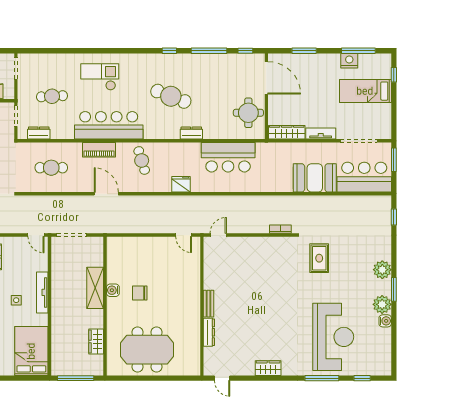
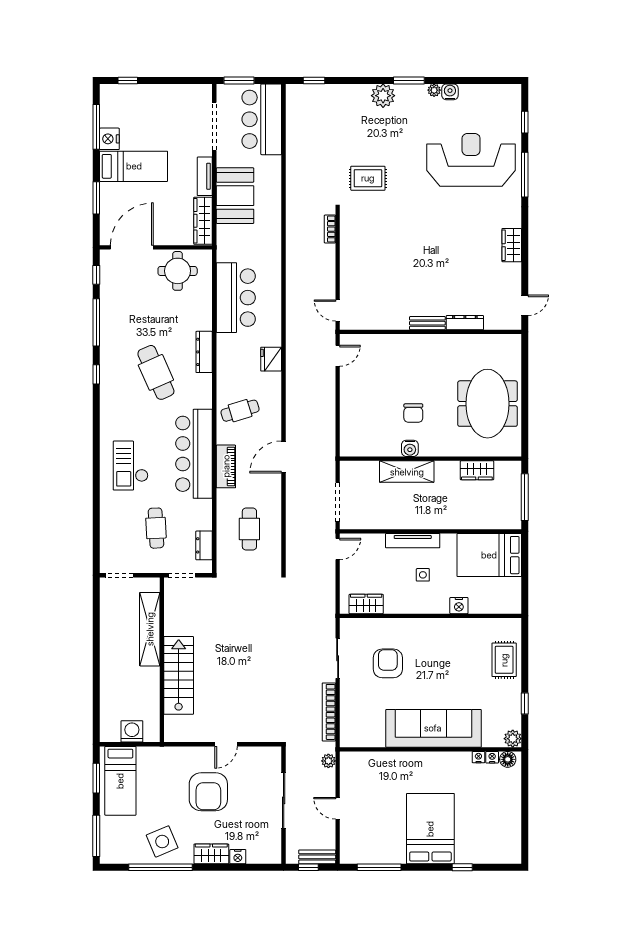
bed: (365, 91) -> (134, 166), moved, turned -90
cafe table: (171, 96) -> (156, 372), turned -45
dresser: (191, 133) -> (204, 352), width x1.44
booth: (315, 178) -> (235, 196), moved
plant: (382, 304) -> (434, 90), width x0.53, depth x0.53

